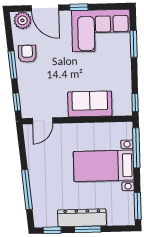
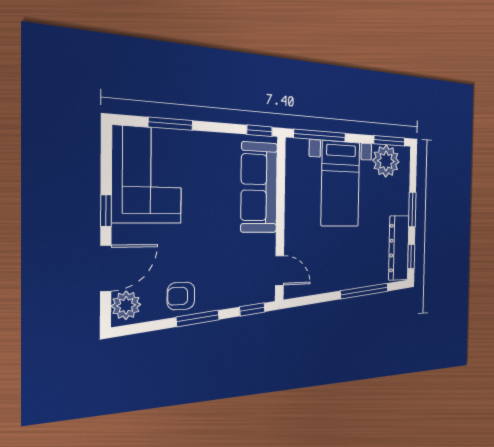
sofa: (90, 104) -> (259, 188), width x1.36
plant: (123, 204) -> (386, 161), added
dresser: (82, 218) -> (399, 248), moved

